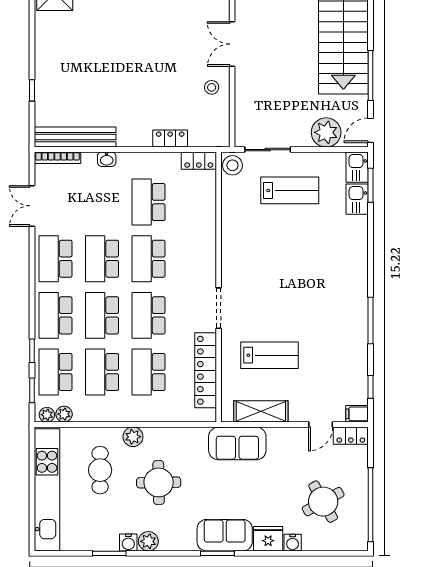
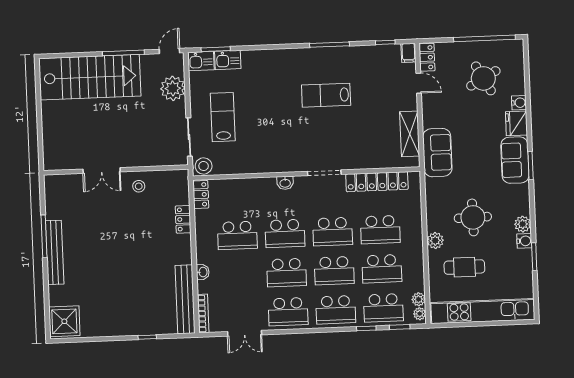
door: (371, 130) -> (169, 51), swing flipped
washbasin: (209, 261) -> (285, 183), added
lab bench: (270, 355) -> (326, 95), moved, turned -90

